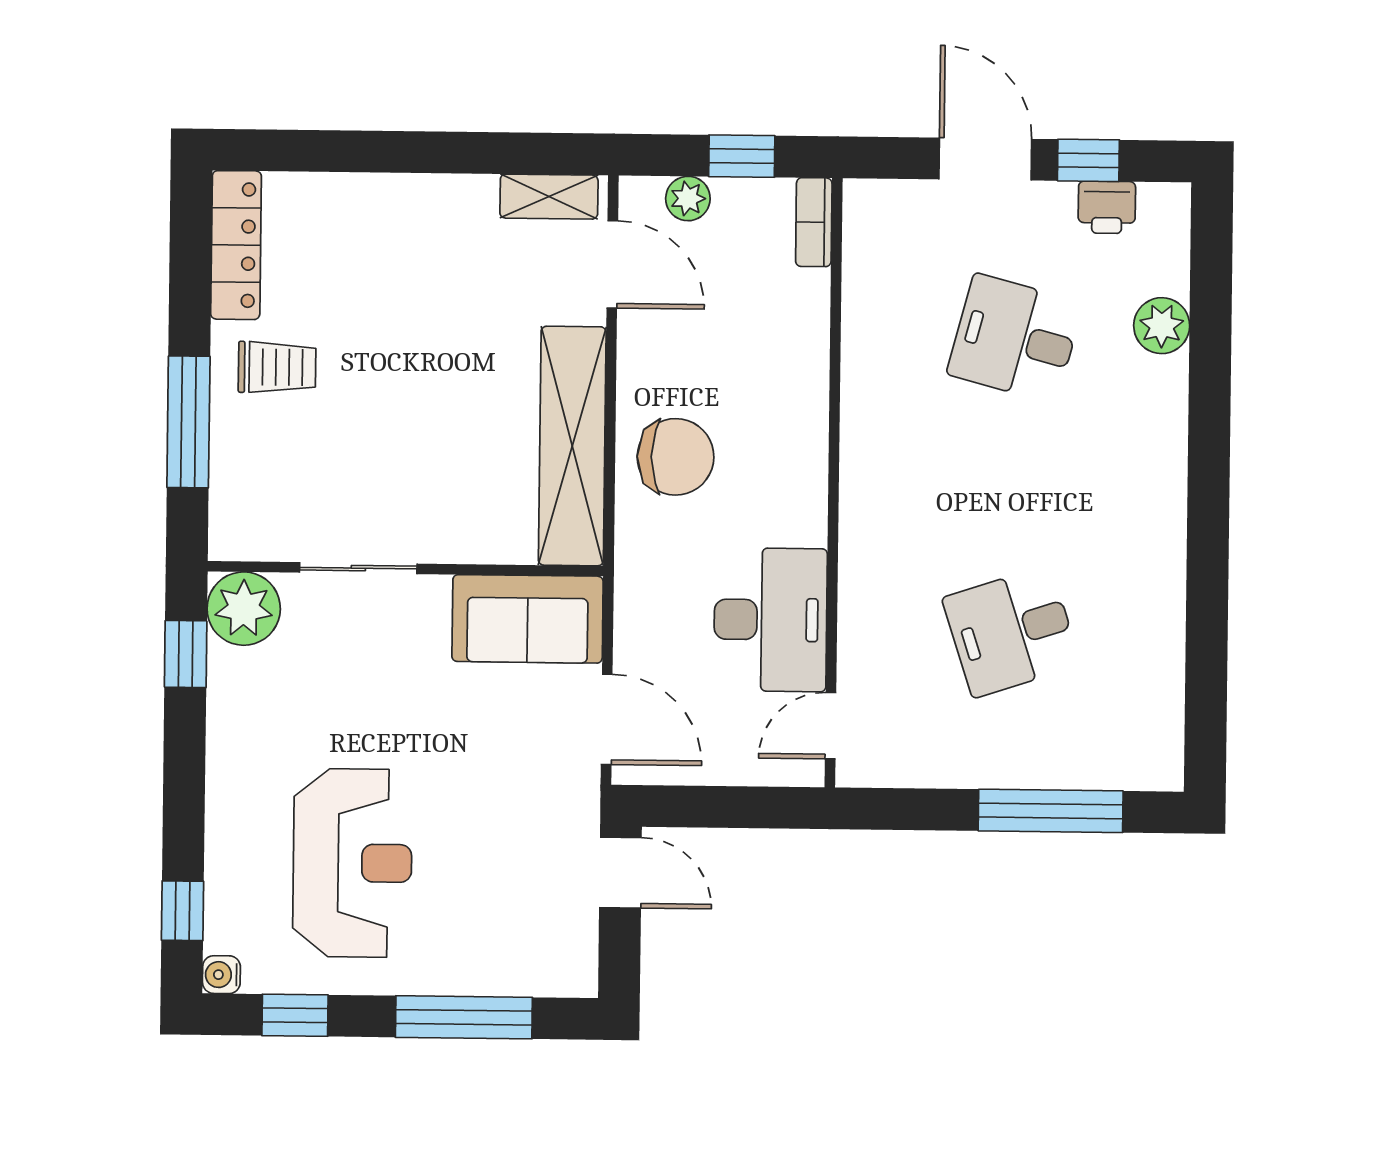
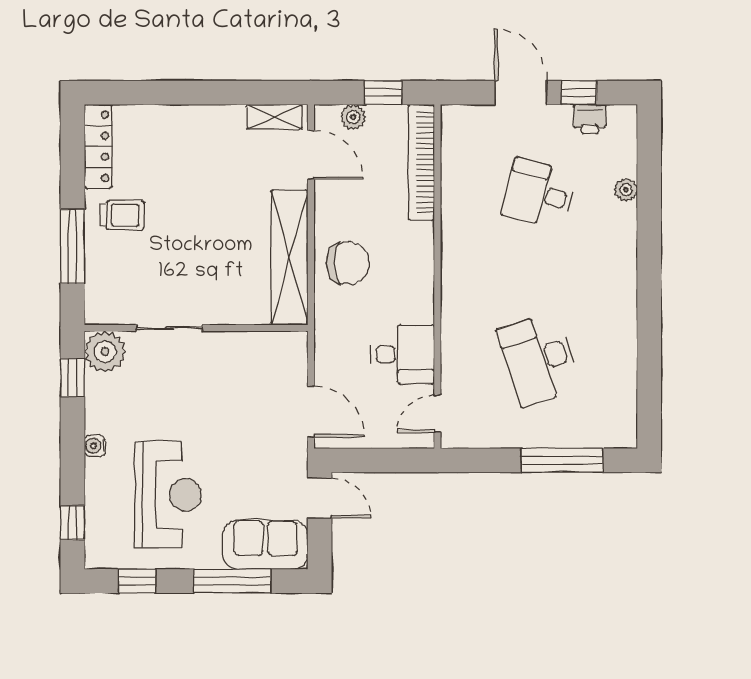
bookcase: (814, 222) -> (421, 162), width x2.31, depth x1.31
plant: (1162, 326) -> (626, 190), width x0.73, depth x0.73
sofa: (528, 619) -> (265, 545), moved, turned 180
desk: (770, 620) -> (403, 354), width x0.73
desk: (1011, 631) -> (539, 359), width x1.37
water cooler: (221, 975) -> (95, 446), moved

